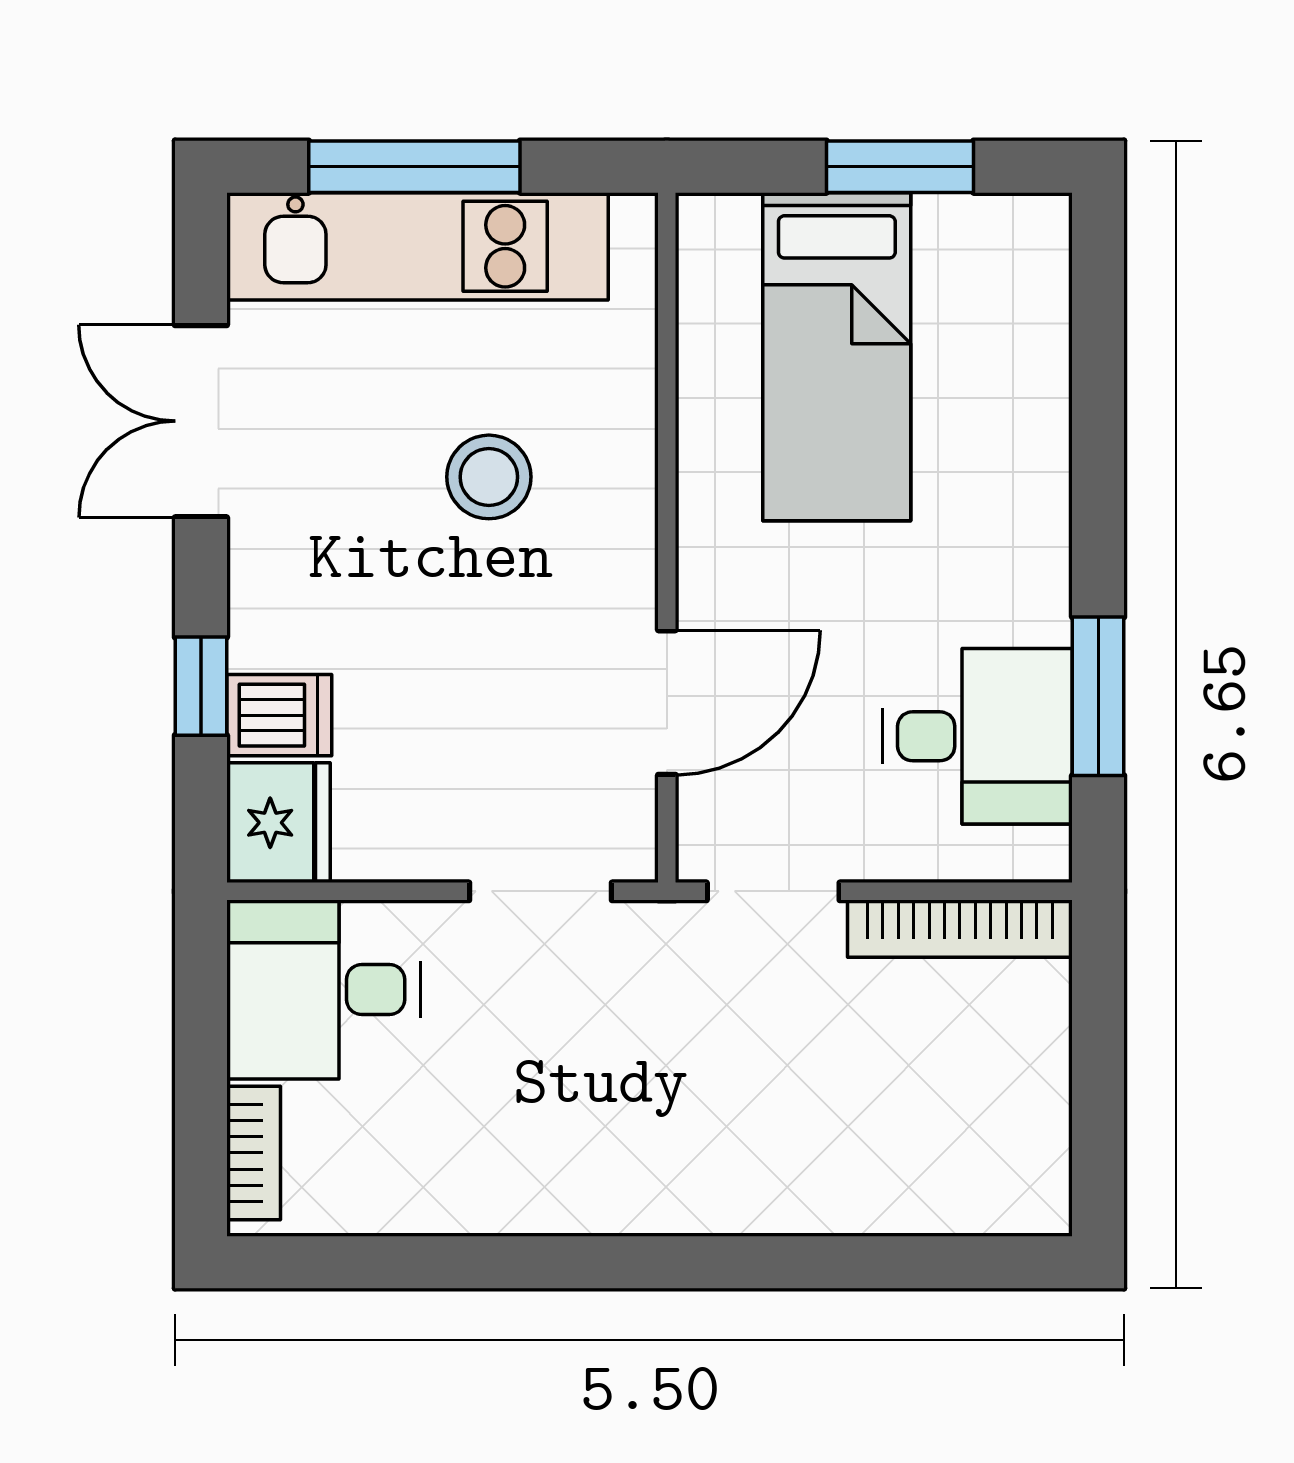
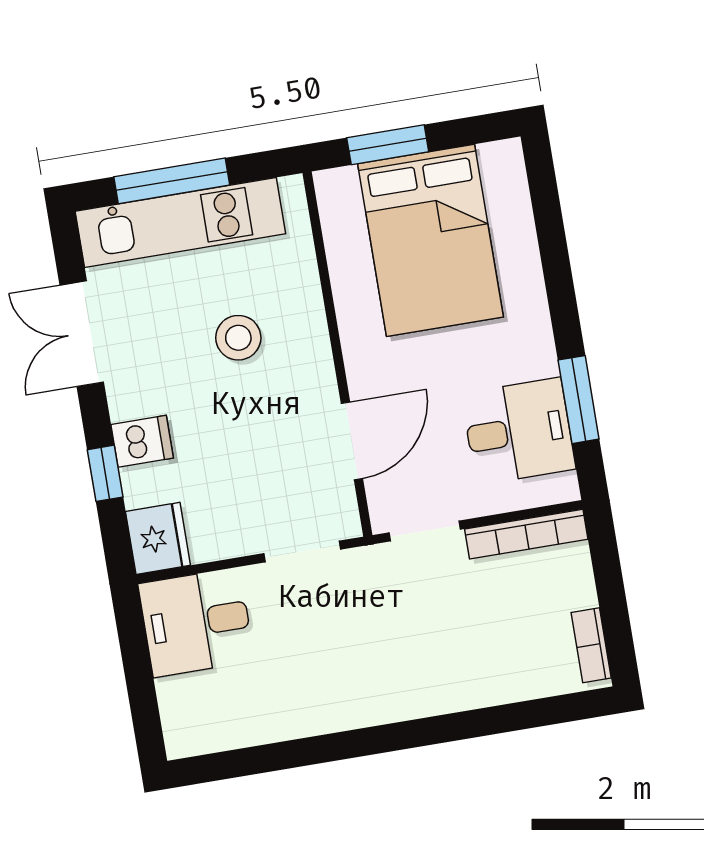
window: (900, 167) -> (388, 145), moved
bed: (837, 357) -> (431, 240), width x1.50
dishwasher: (279, 715) -> (142, 441), moved
bookcase: (254, 1153) -> (591, 645), moved, turned 180

